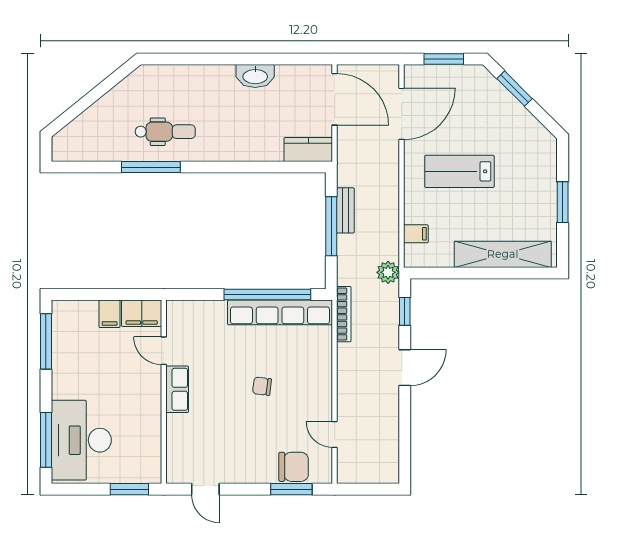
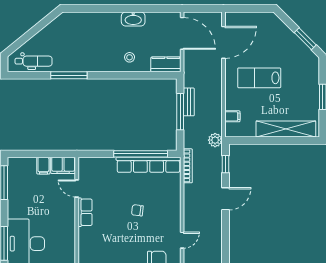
window: (444, 59) -> (249, 9), removed
window: (515, 89) -> (305, 39), moved
dental chair: (165, 132) -> (34, 61), moved
stool: (249, 138) -> (130, 57), added
door: (335, 435) -> (182, 240), swing flipped

